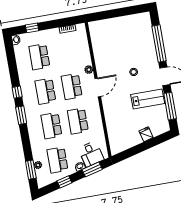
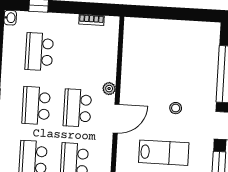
lab bench: (148, 99) -> (164, 153), moved

